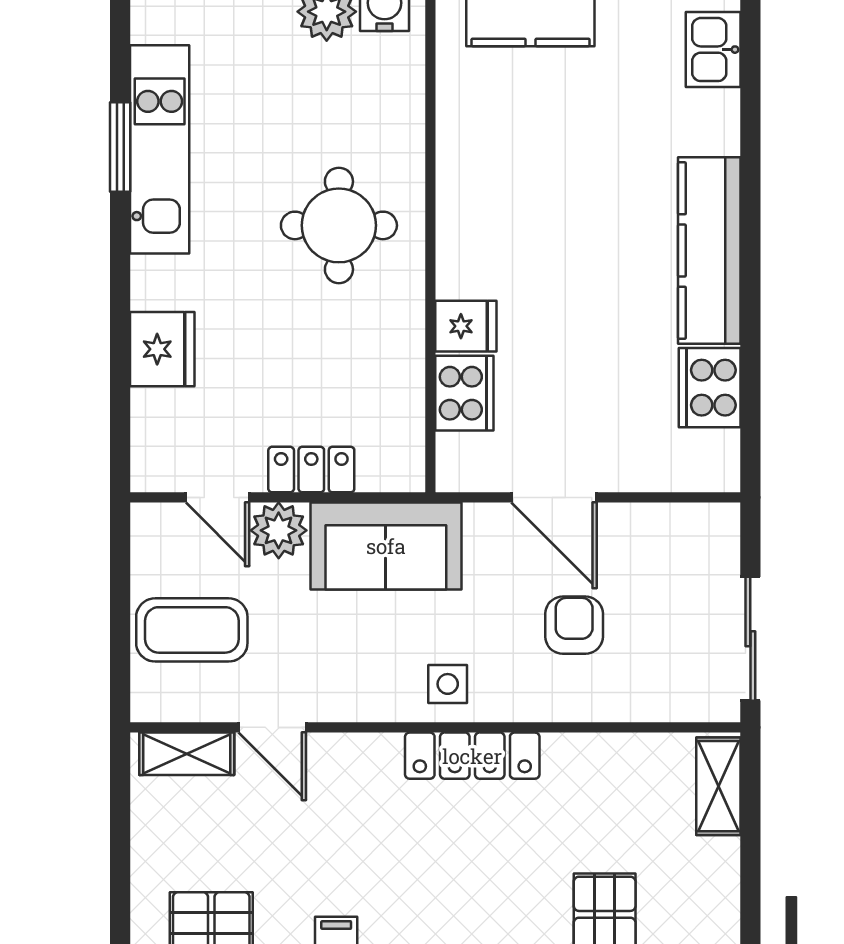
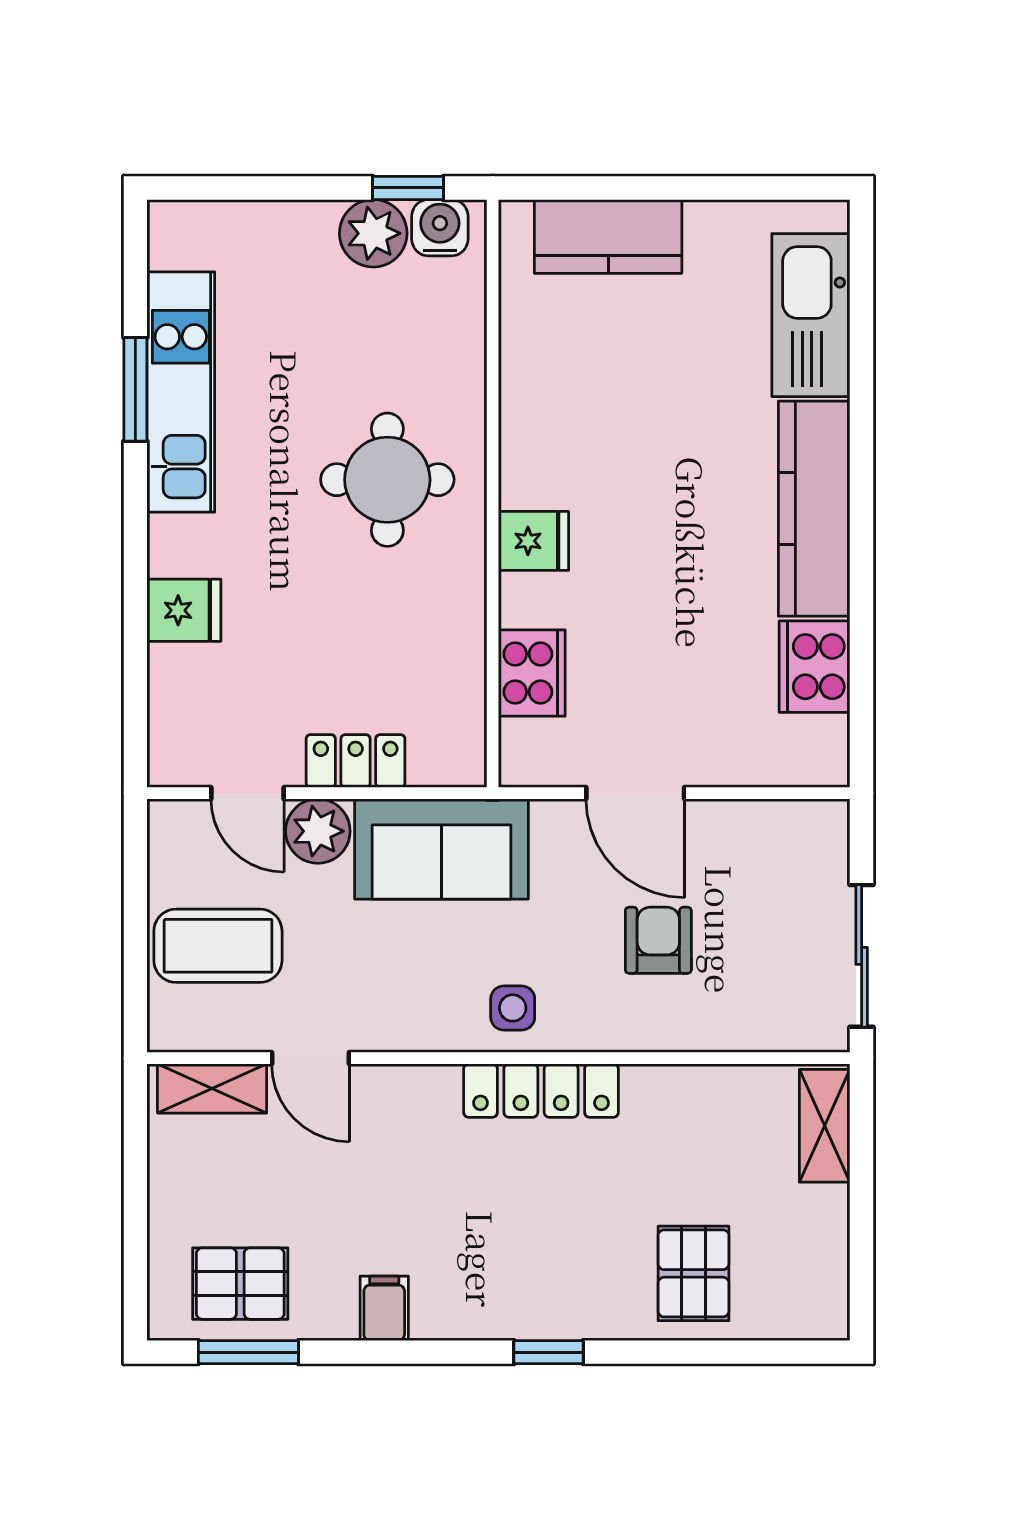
kitchen sink: (713, 50) -> (811, 315), width x1.87, depth x1.24
fridge: (466, 326) -> (534, 541), moved
fridge: (162, 349) -> (184, 610), width x0.72

